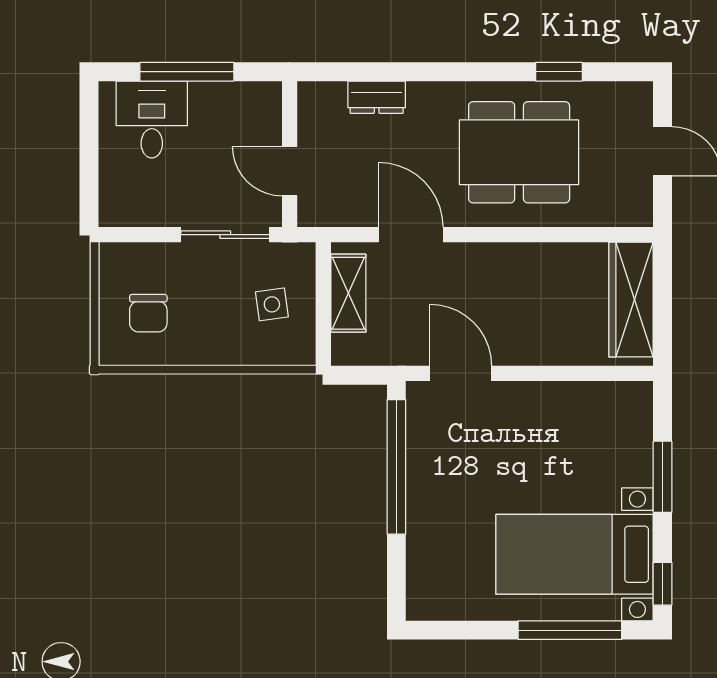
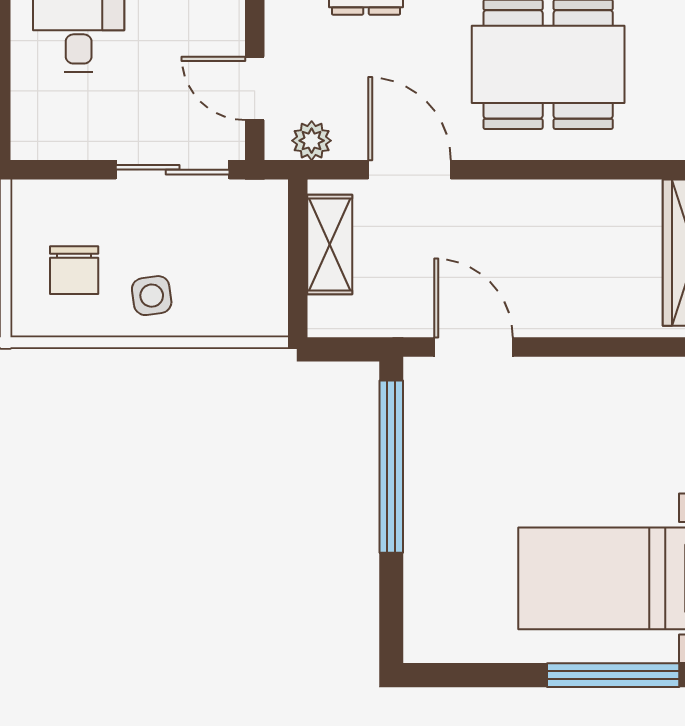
plant: (334, 212) -> (312, 141), added
side table: (272, 304) -> (152, 296), moved

